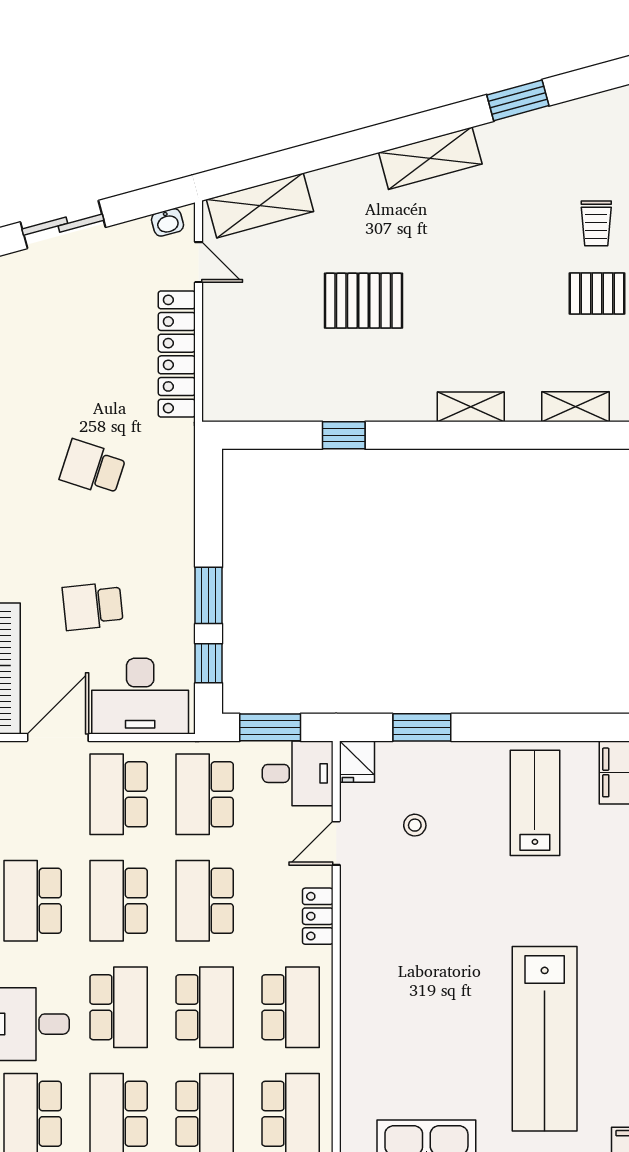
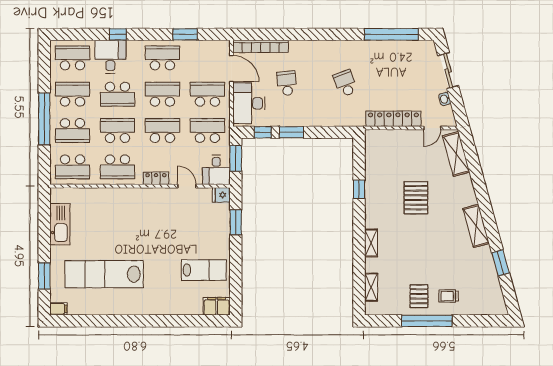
washbasin: (167, 222) -> (445, 99), moved
school desk: (93, 468) -> (345, 83), turned -39
stool: (415, 825) -> (194, 219), removed
school desk: (205, 1007) -> (117, 131), turned 180

